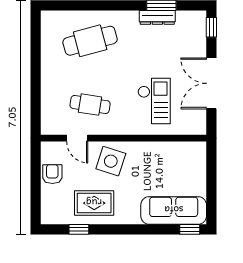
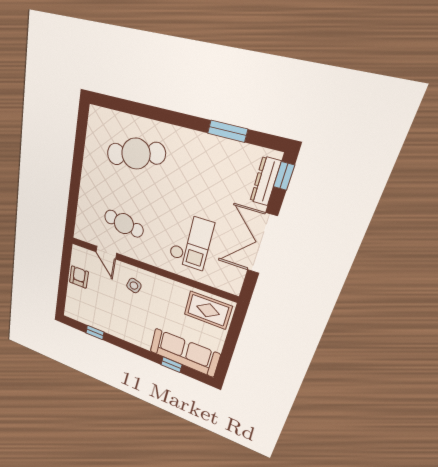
dresser: (157, 17) -> (265, 181), moved, turned 90
side table: (111, 161) -> (134, 286), width x0.54, depth x0.54
rug: (94, 203) -> (208, 310), moved
window: (190, 229) -> (172, 365), moved

